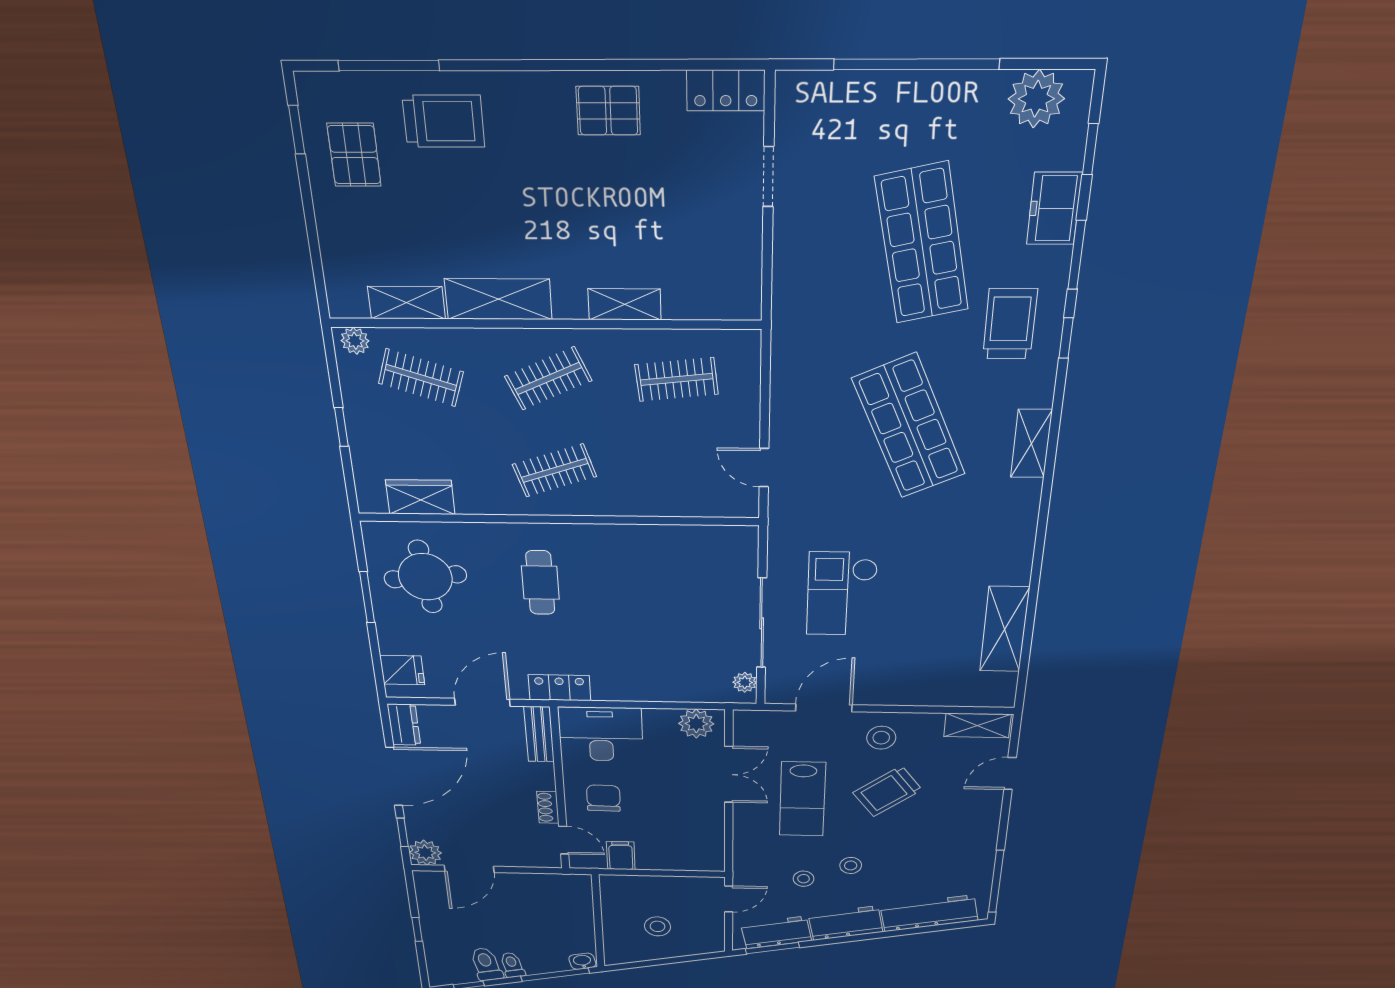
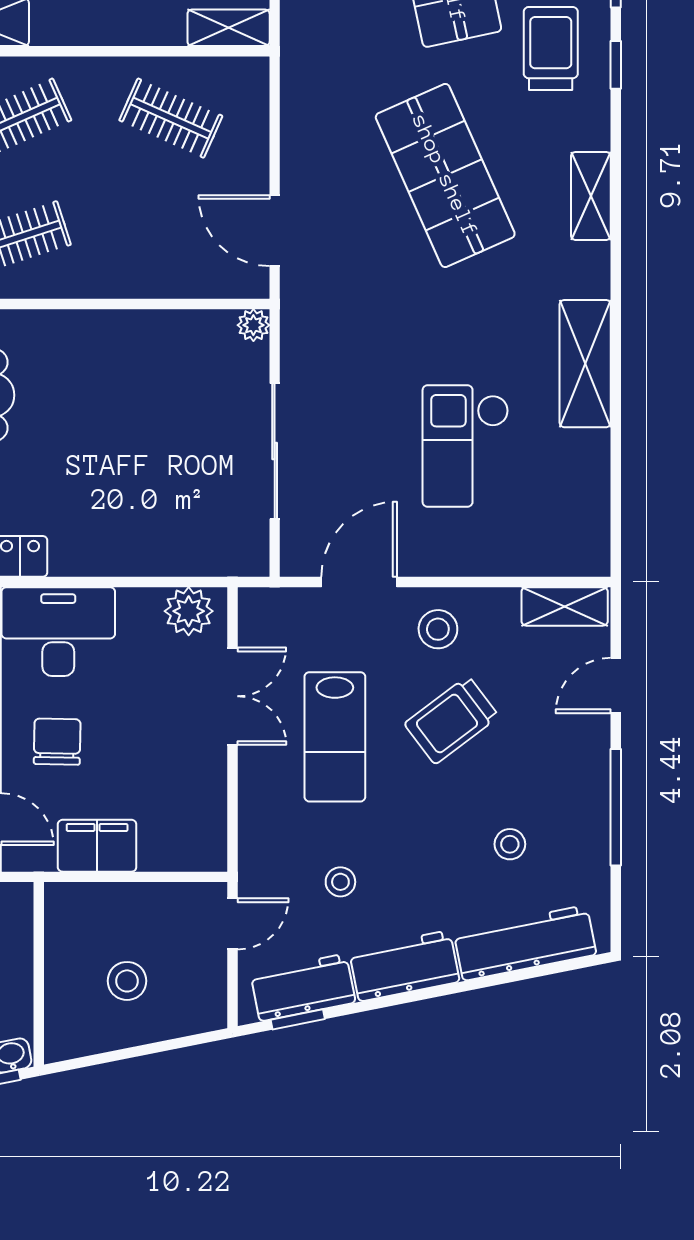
shelving: (625, 304) -> (229, 28), moved
clothes rail: (677, 379) -> (171, 118), turned 30
door: (764, 468) -> (275, 231), width x1.38
checkout: (842, 594) -> (466, 446), moved
shelving: (1004, 629) -> (585, 364), moved
plant: (745, 682) -> (253, 325), moved
filing cabinet: (621, 856) -> (97, 846), width x2.00
stool: (851, 865) -> (510, 844), moved
window: (996, 882) -> (616, 807), moved
window: (772, 948) -> (298, 1019), width x0.67

